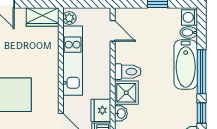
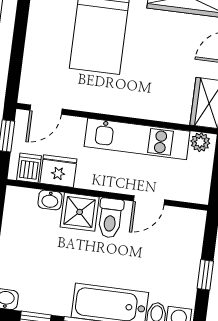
door: (113, 31) -> (149, 200), moved

